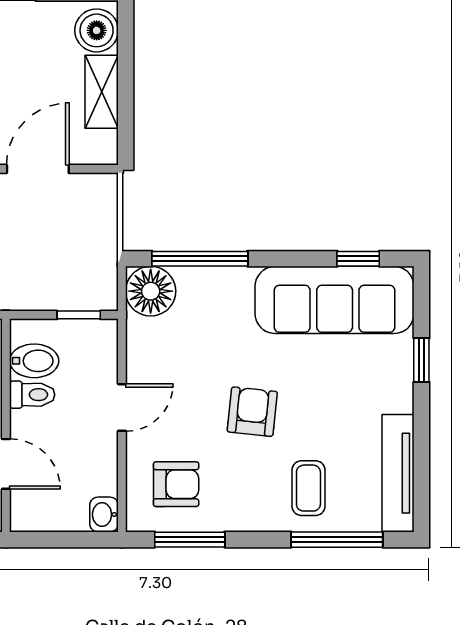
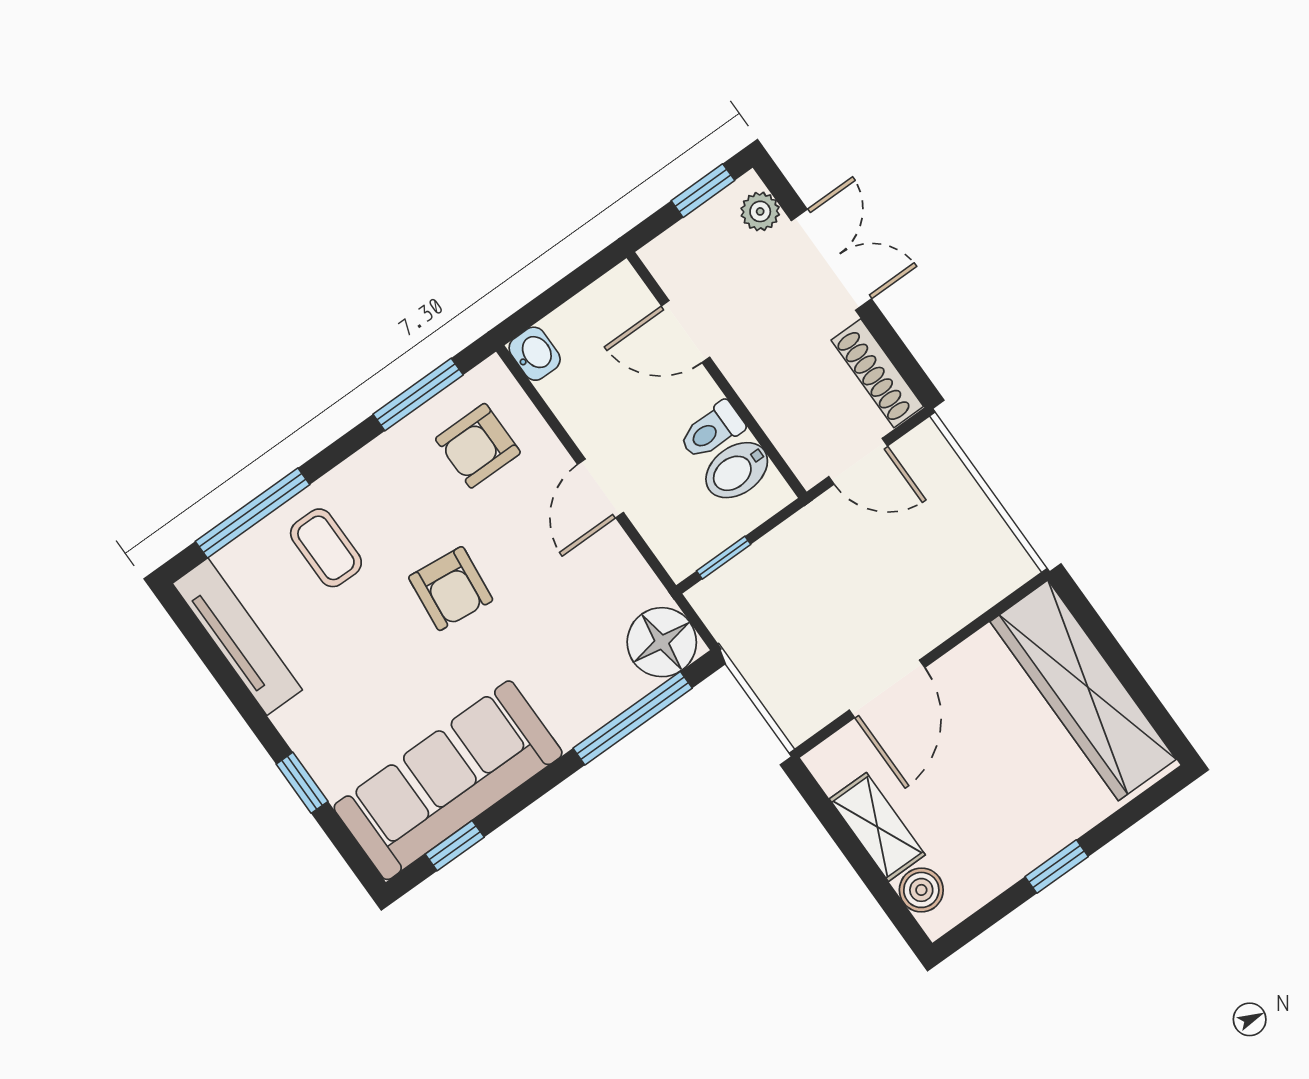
boiler: (97, 30) -> (921, 890), width x0.73, depth x0.73

